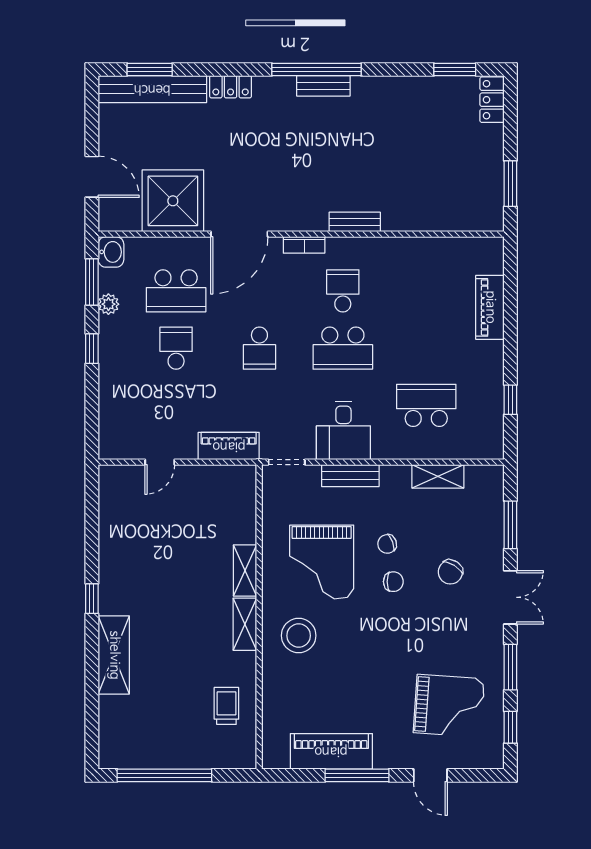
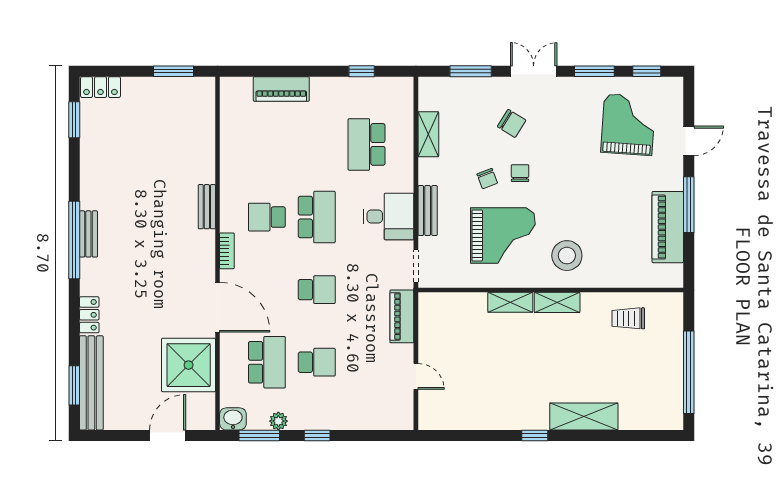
school desk: (176, 348) -> (317, 362), turned 180

